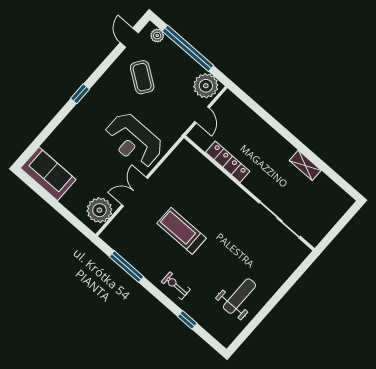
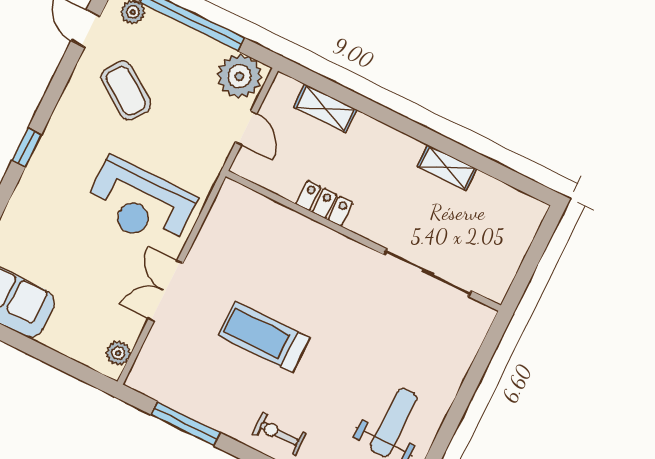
shelving: (248, 116) -> (325, 108), added
locker: (228, 162) -> (324, 203), width x0.66
plant: (99, 210) -> (118, 353), width x0.53, depth x0.53

